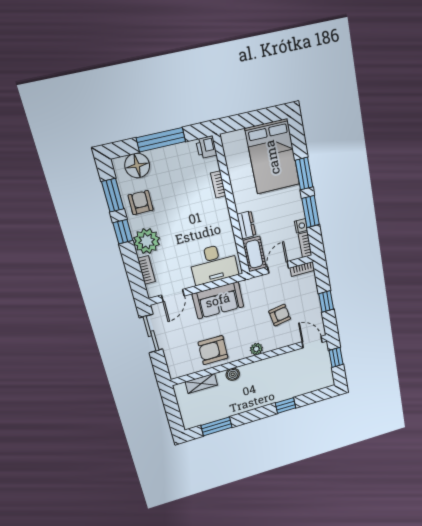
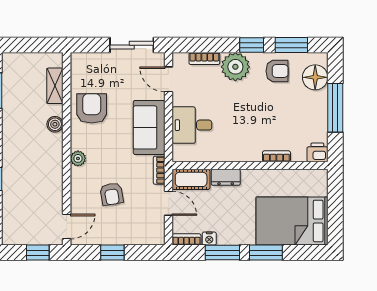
desk: (214, 264) -> (192, 125), width x0.73
bookcase: (302, 269) -> (159, 170), moved

